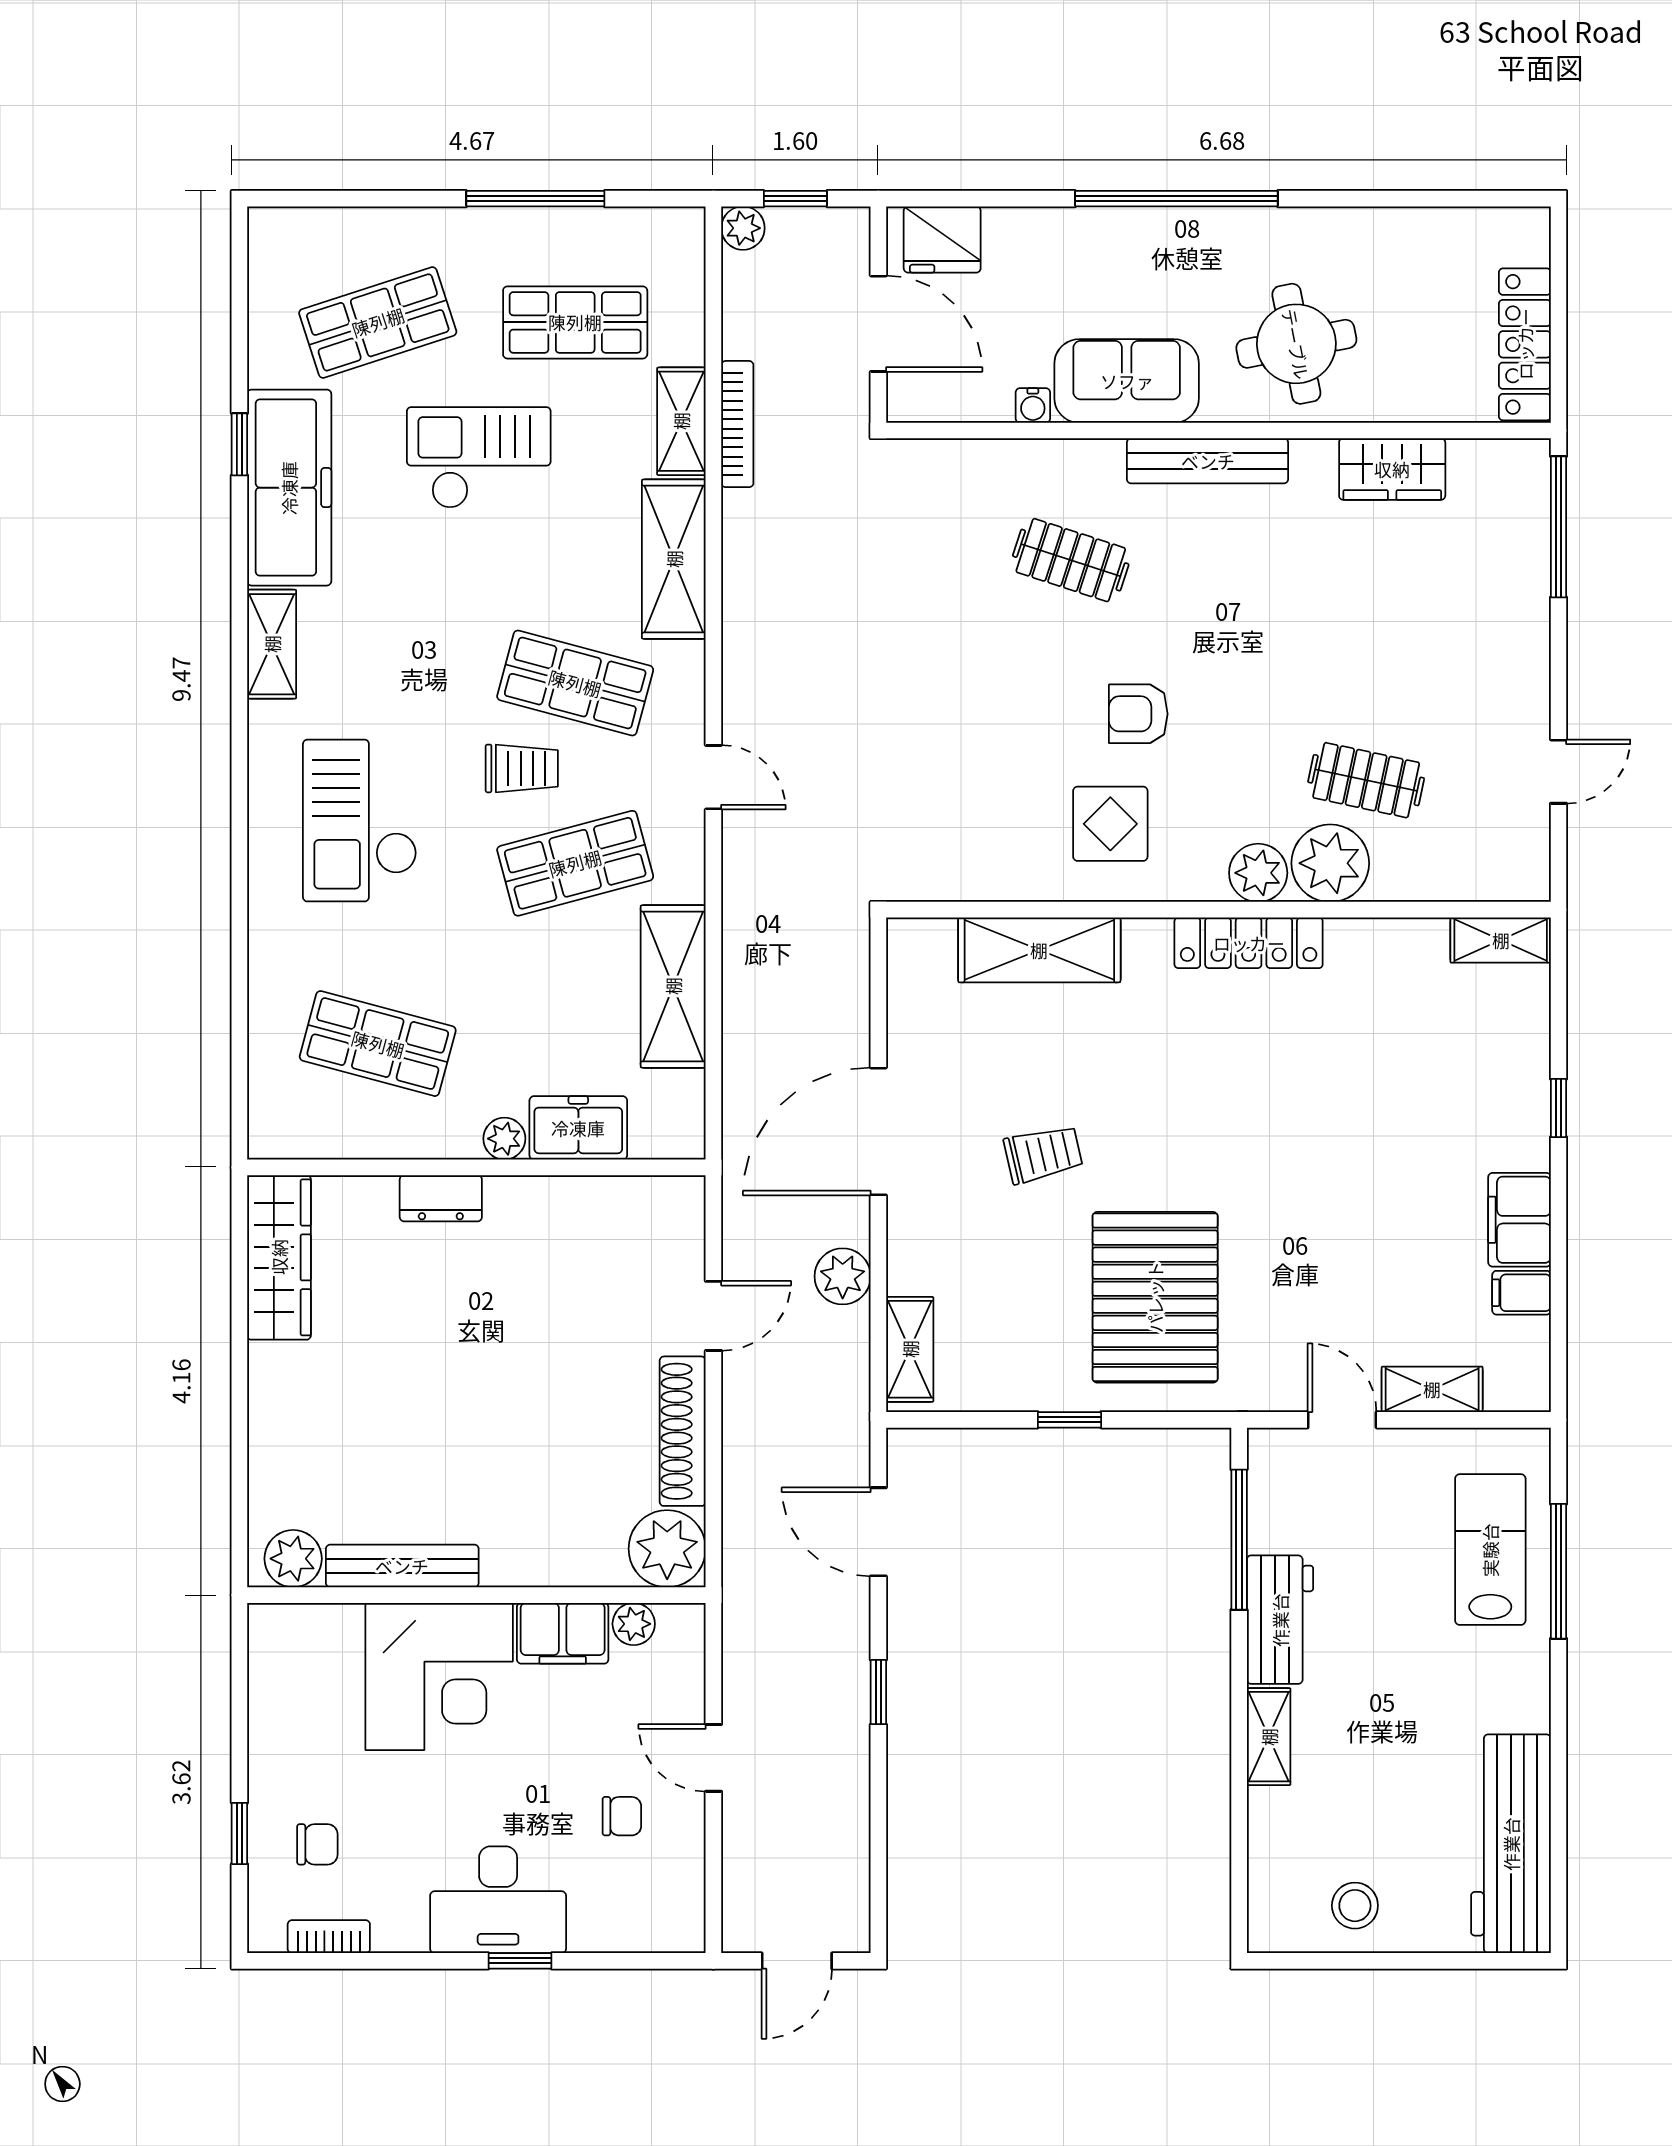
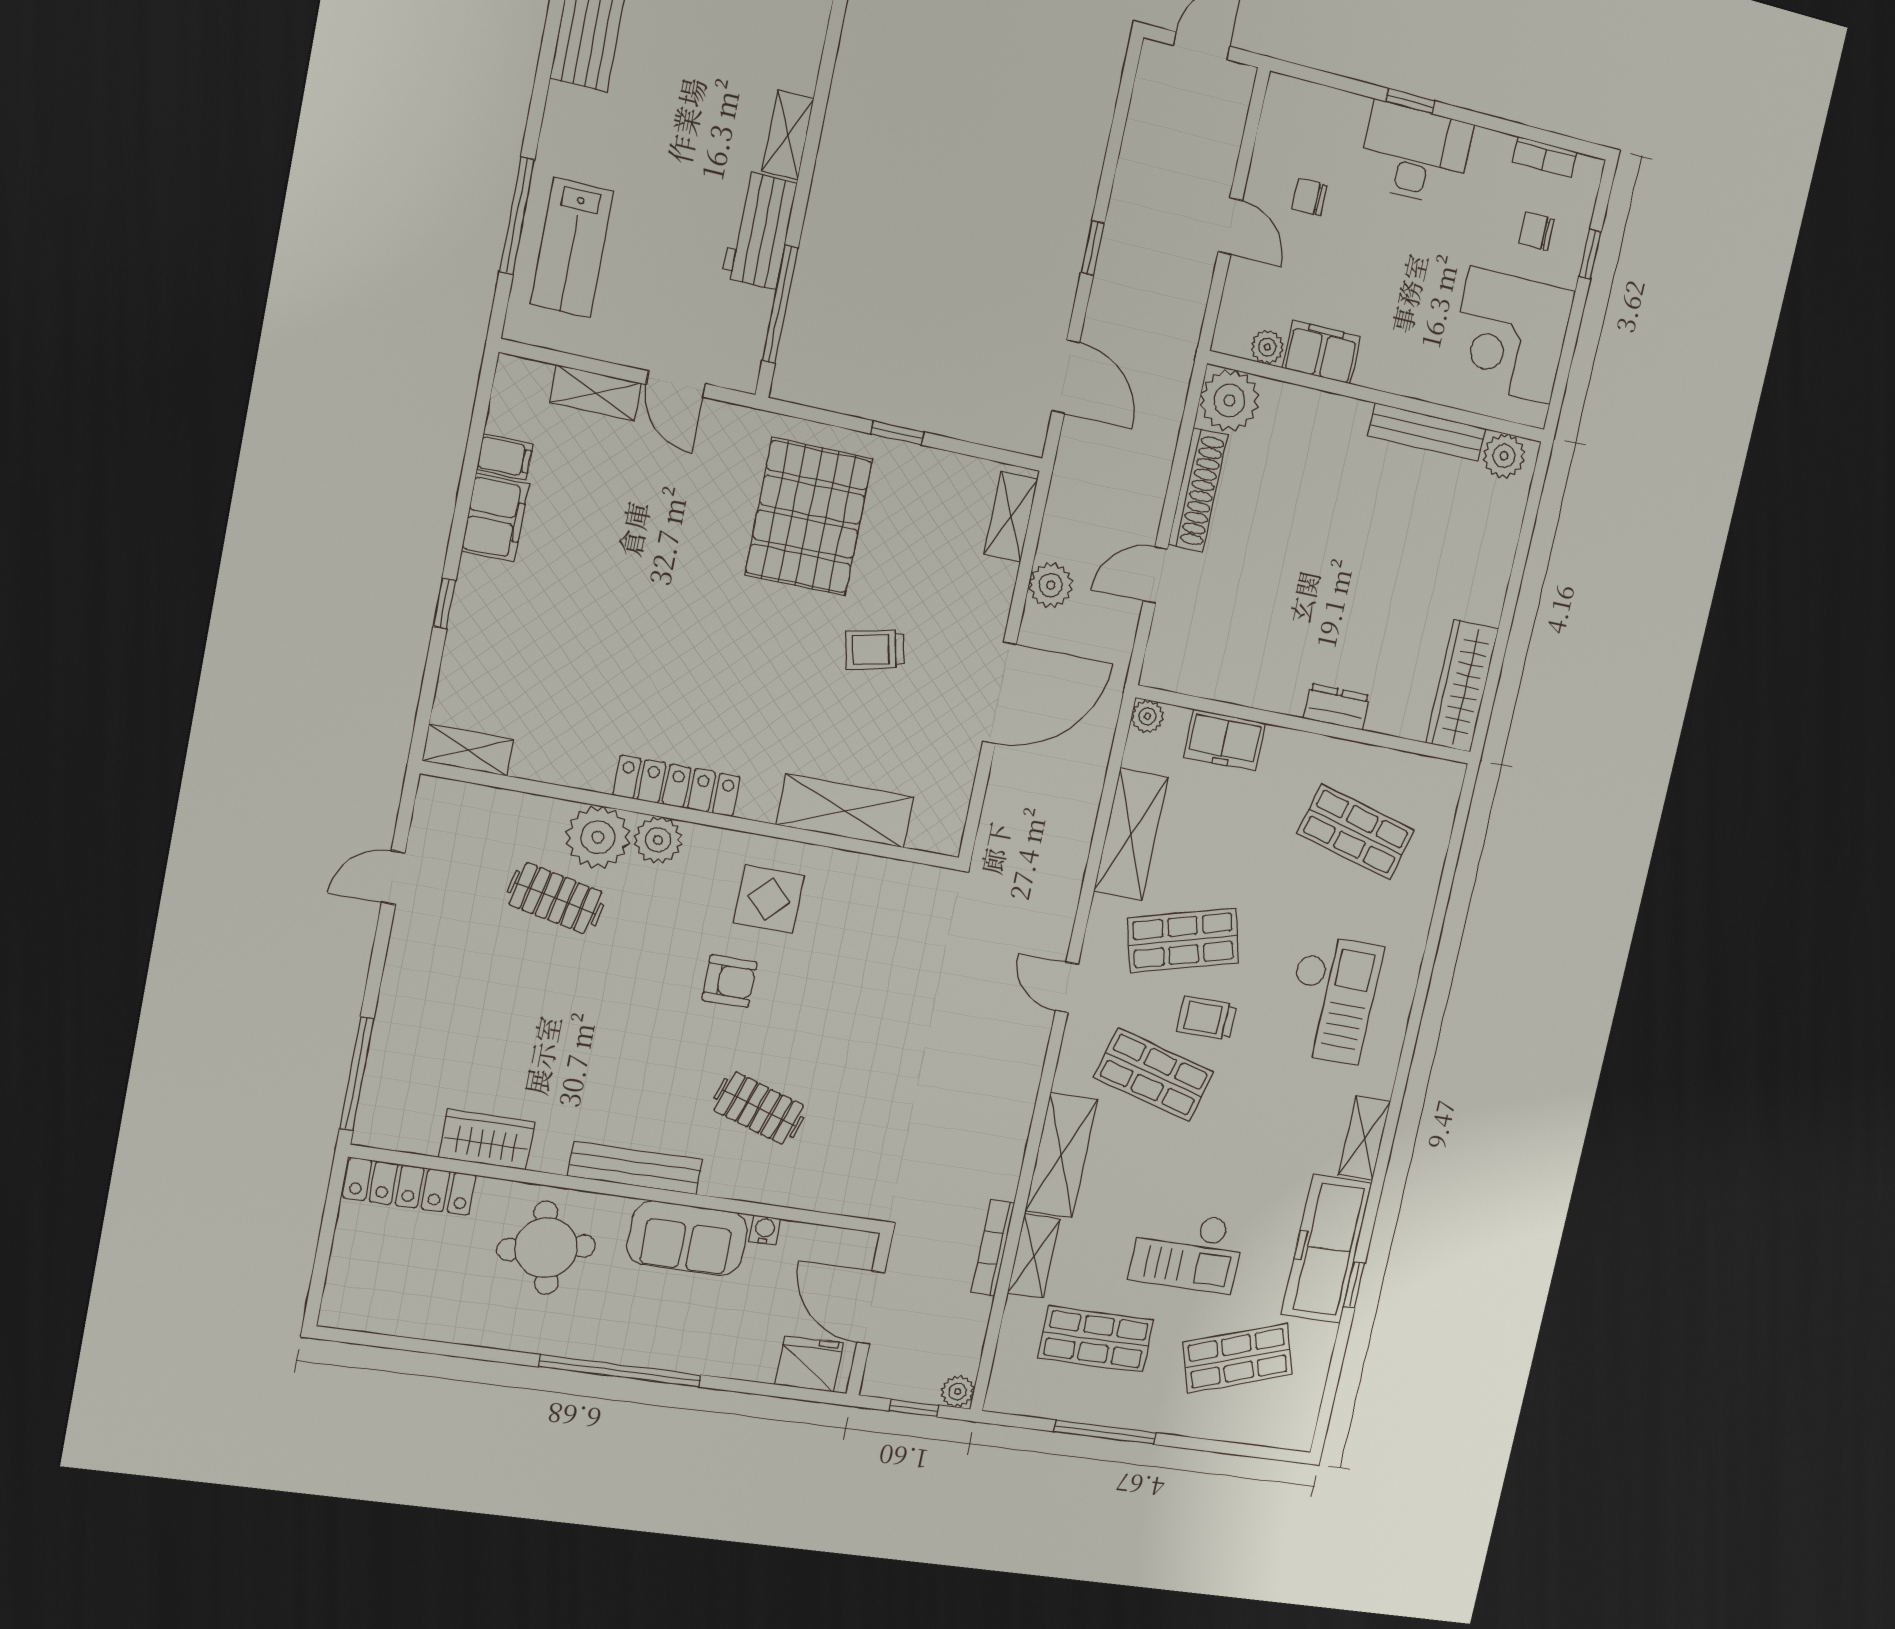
locker: (1525, 344) -> (410, 1187), moved, turned 90
plant: (504, 1139) -> (1147, 716), moved
corner desk: (439, 1676) -> (1510, 336), moved, turned -90

